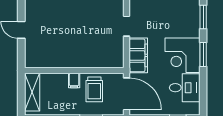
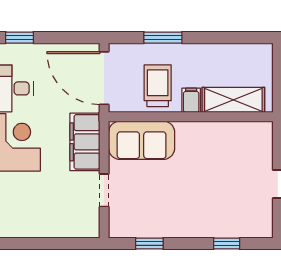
sofa: (104, 56) -> (142, 140), added
shelving: (32, 92) -> (233, 100), moved, turned 90

